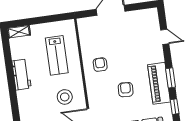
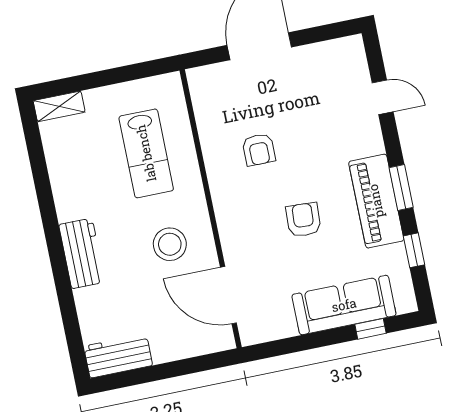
armchair: (100, 65) -> (259, 150), moved, turned 180
workbench: (21, 74) -> (82, 253), moved

